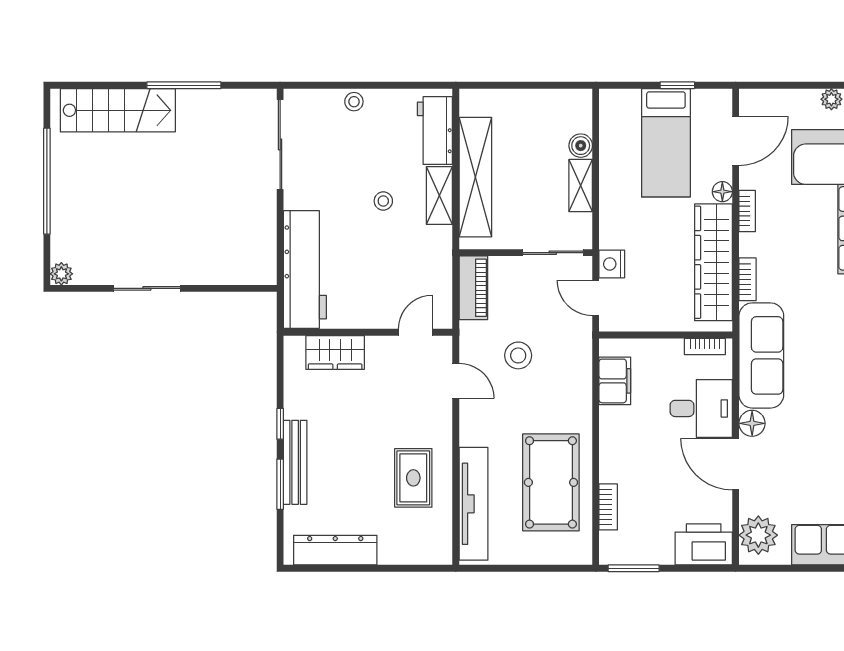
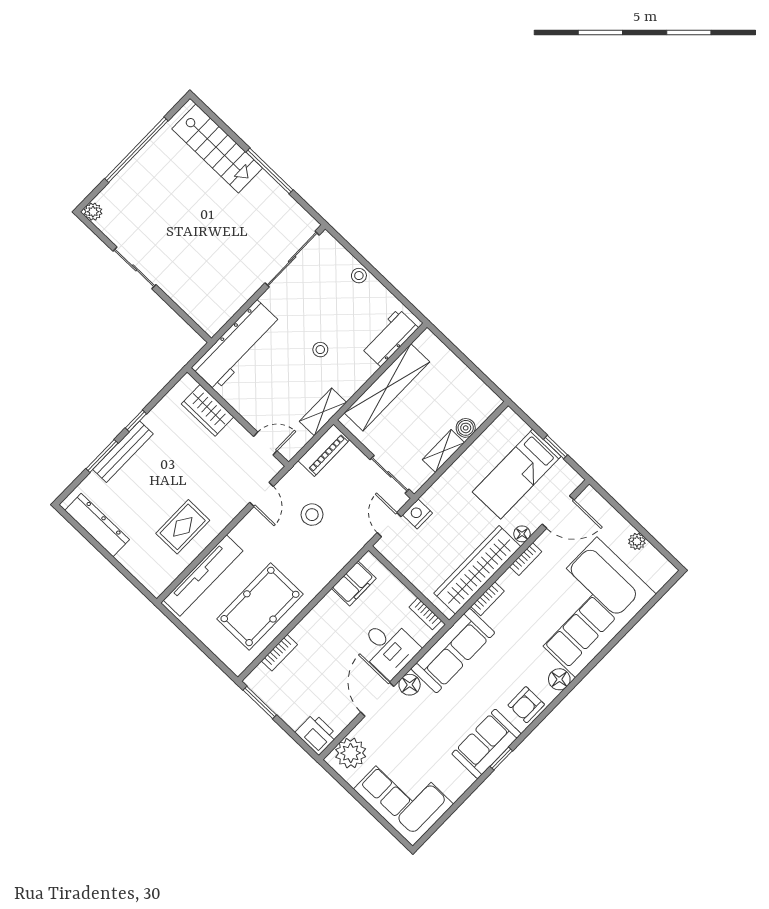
shelving: (439, 196) -> (323, 412), moved
printer: (704, 544) -> (316, 734), width x0.73, depth x0.84

